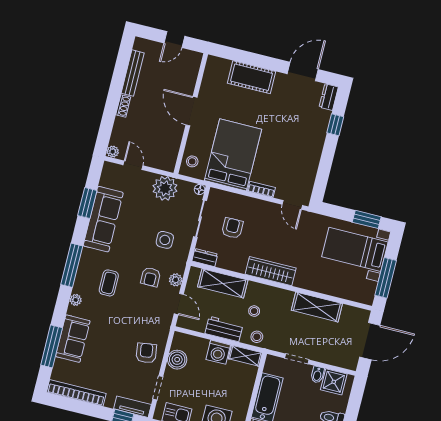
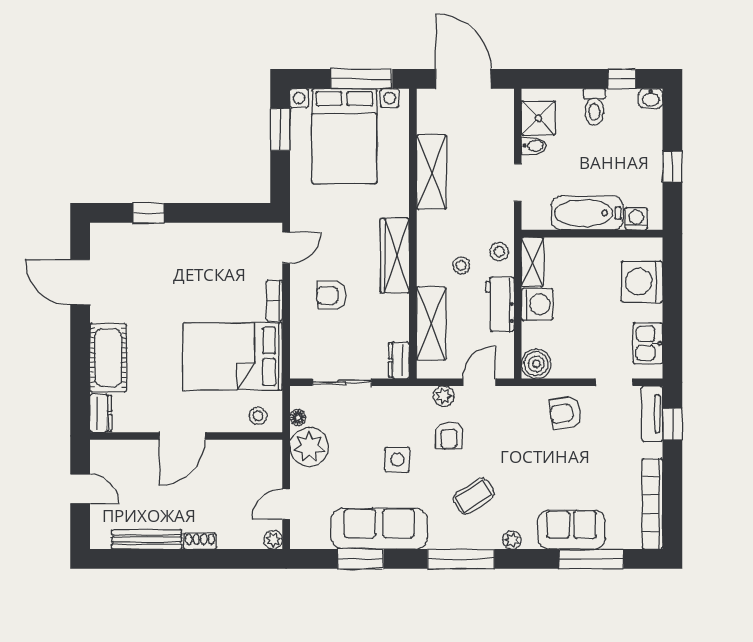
dresser: (329, 97) -> (101, 413), moved, turned -90
floor lamp: (200, 190) -> (298, 418), moved
armchair: (232, 228) -> (331, 295), moved
side table: (165, 240) -> (397, 460), moved
bed with nightstands: (355, 249) -> (344, 136), width x1.36
armchair: (151, 277) -> (449, 435), turned 90
coffee table: (109, 283) -> (474, 496), turned -33
boiler: (177, 360) -> (536, 364), moved

